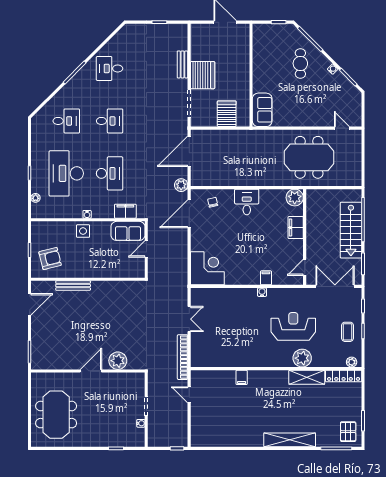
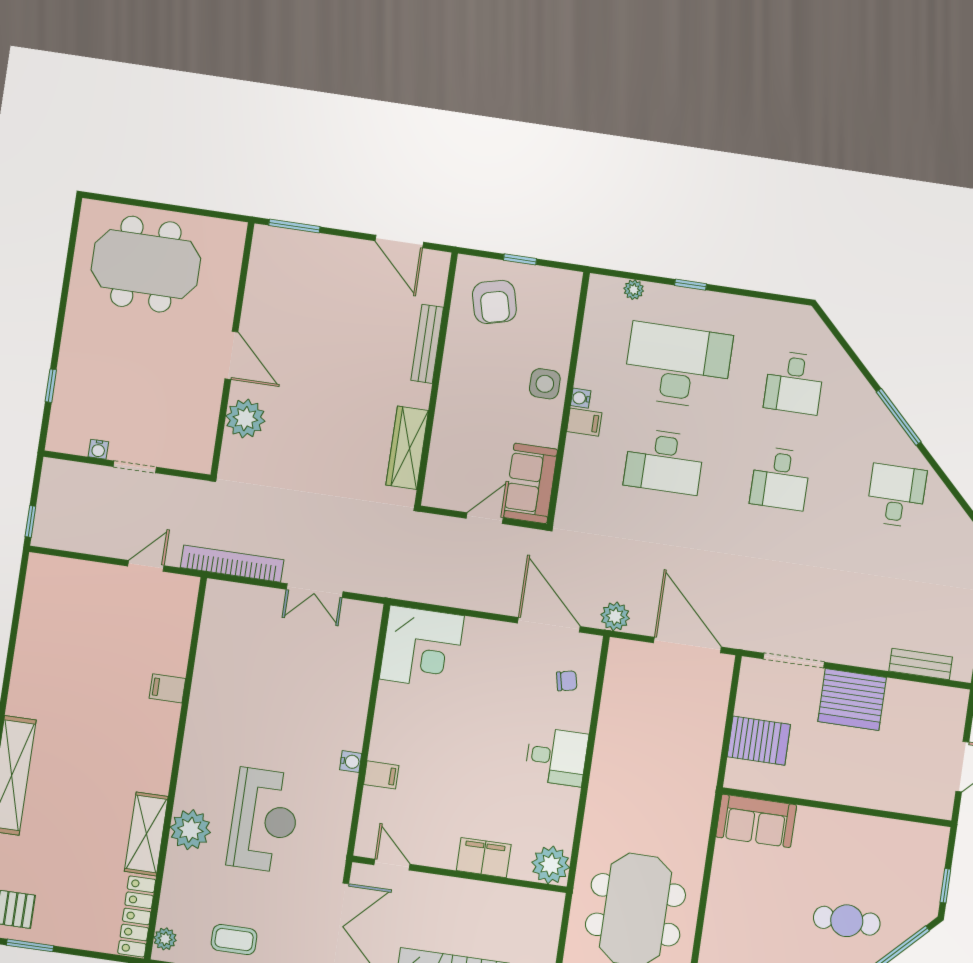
bench: (182, 64) -> (921, 664), moved
filing cabinet: (125, 211) -> (584, 422), moved, width x0.50
door: (146, 249) -> (485, 518), hinge flipped
wardrobe: (120, 288) -> (407, 448), added

